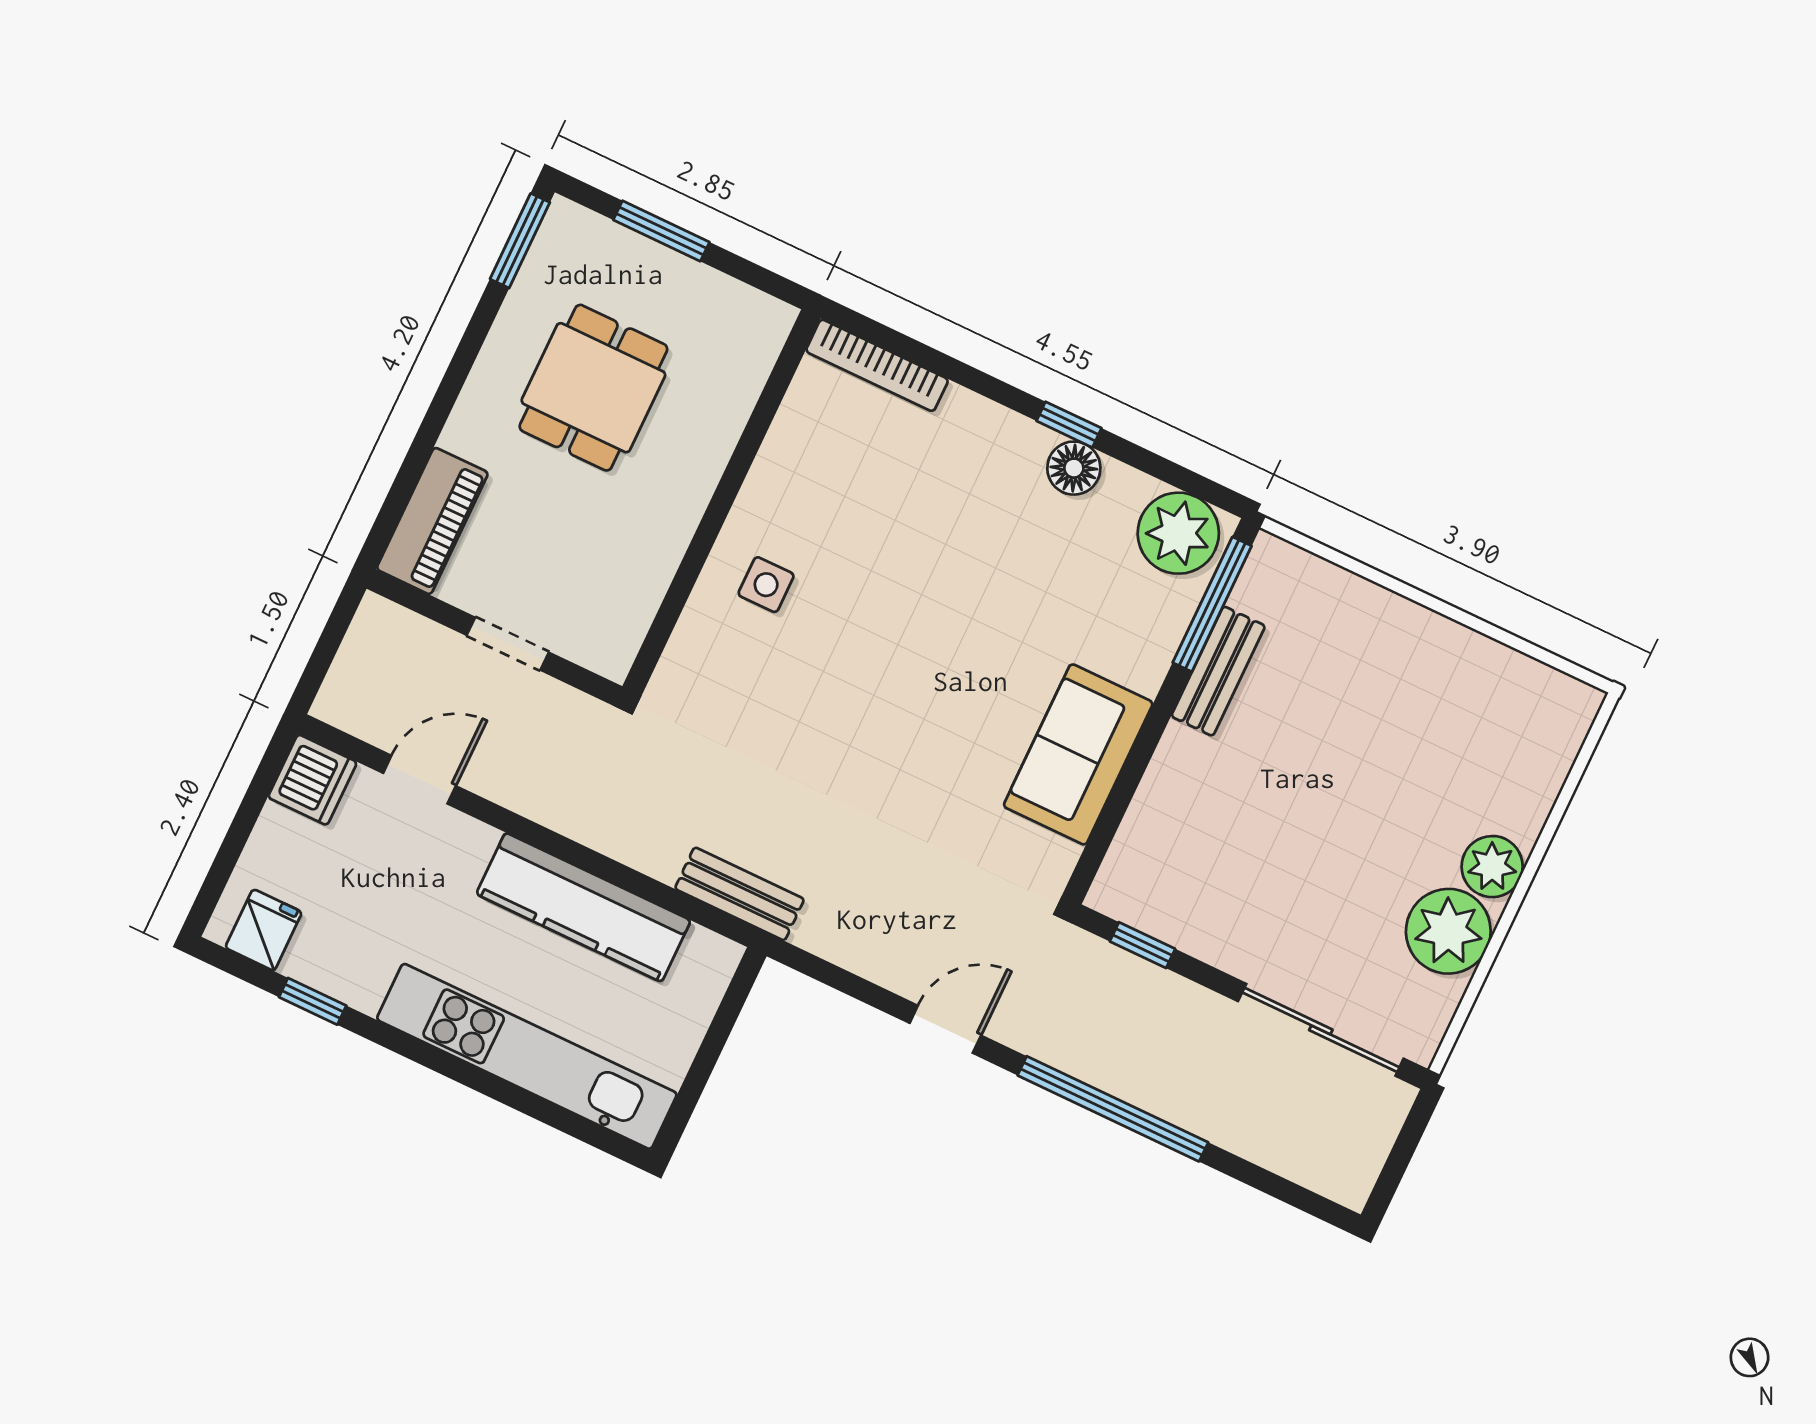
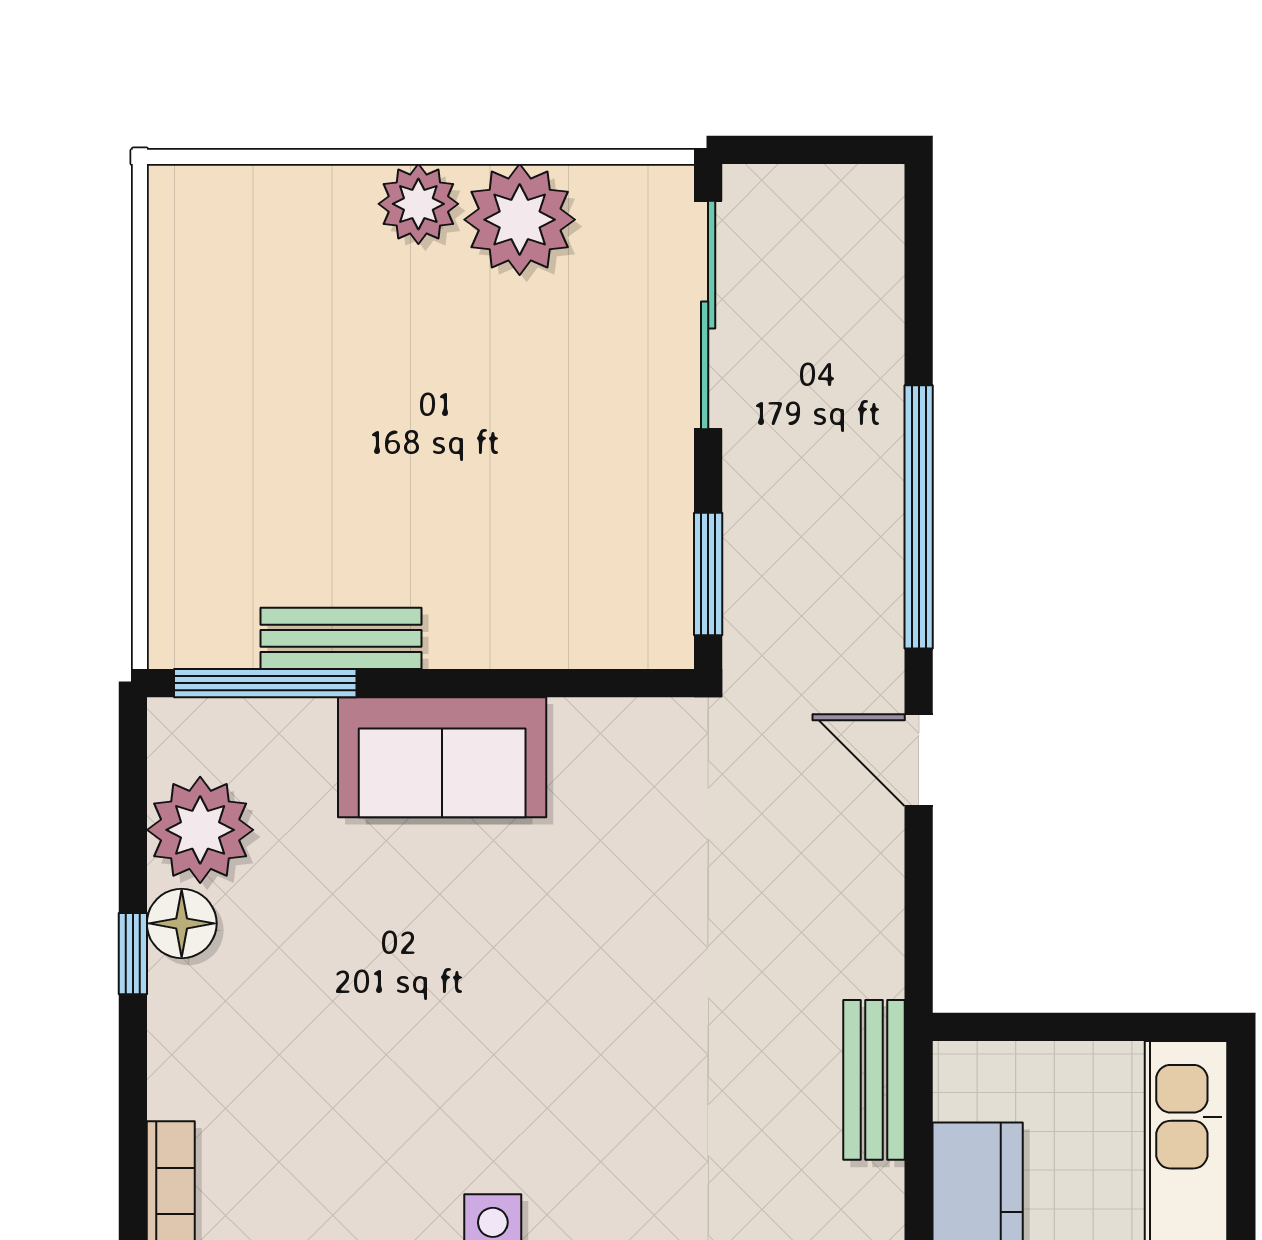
plant: (1178, 533) -> (200, 830), moved
sofa: (1078, 754) -> (442, 757), moved
window: (1142, 945) -> (708, 574), width x1.50

